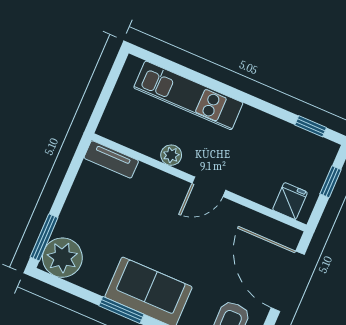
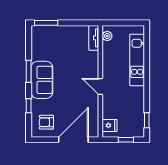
plant: (171, 155) -> (107, 36), moved
plant: (62, 258) -> (41, 35), removed

